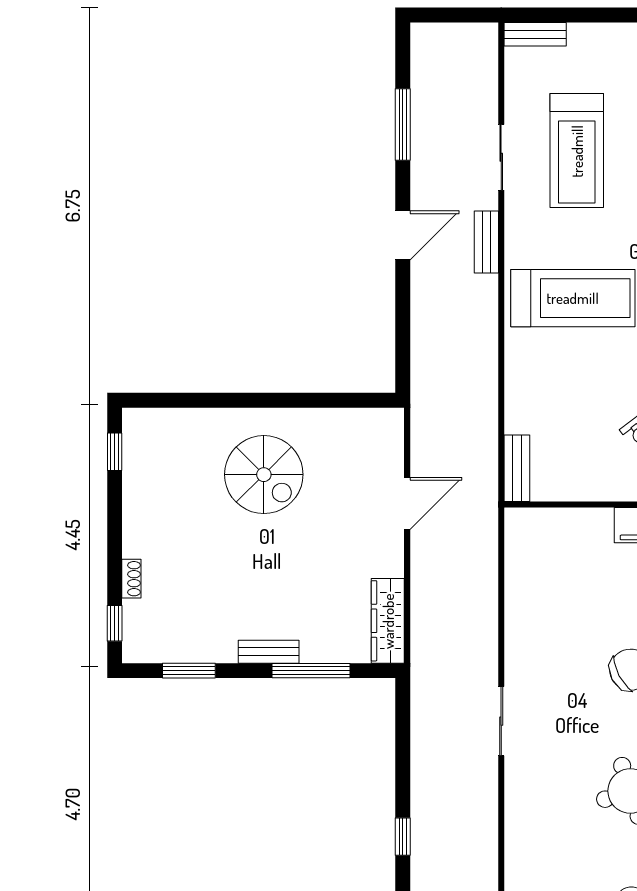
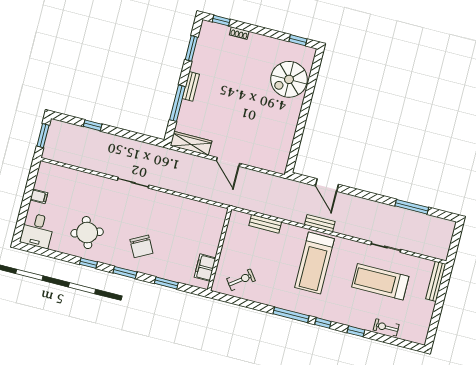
bench: (535, 34) -> (436, 281), width x1.36
door: (403, 235) -> (327, 185), moved
bench: (486, 242) -> (320, 223), moved
bench: (517, 468) -> (265, 224), moved
spiral stairs: (264, 475) -> (289, 79), moved
door: (407, 503) -> (228, 162), moved

